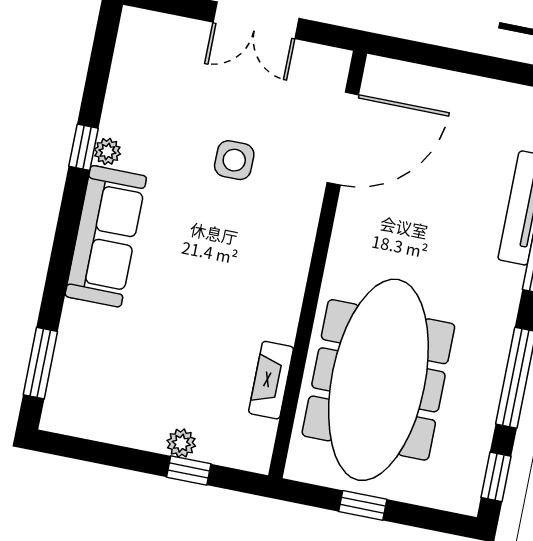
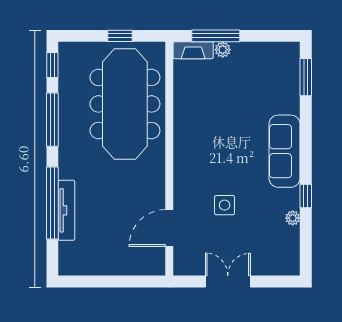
door: (343, 139) -> (169, 228), width x0.73
plant: (107, 151) -> (293, 218), moved
fireplace: (271, 380) -> (193, 50), moved, turned 90
window: (189, 471) -> (216, 36), width x2.17

